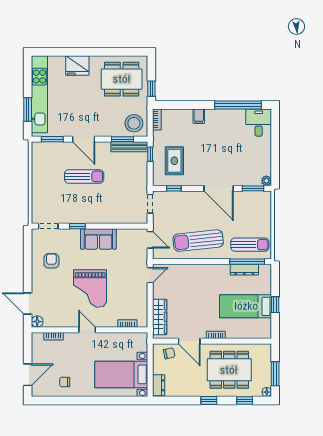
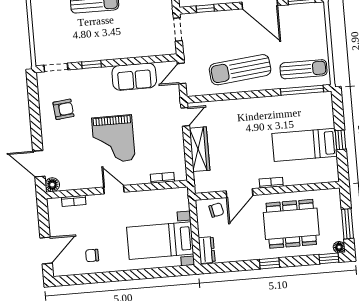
sofa: (98, 239) -> (134, 77), moved
door: (150, 240) -> (182, 73), swing flipped
armchair: (51, 261) -> (63, 109), turned 84
dresser: (244, 270) -> (299, 100), removed
wardrobe: (160, 317) -> (200, 149), moved
door: (189, 341) -> (239, 193), hinge flipped
window: (245, 401) -> (329, 258), moved

